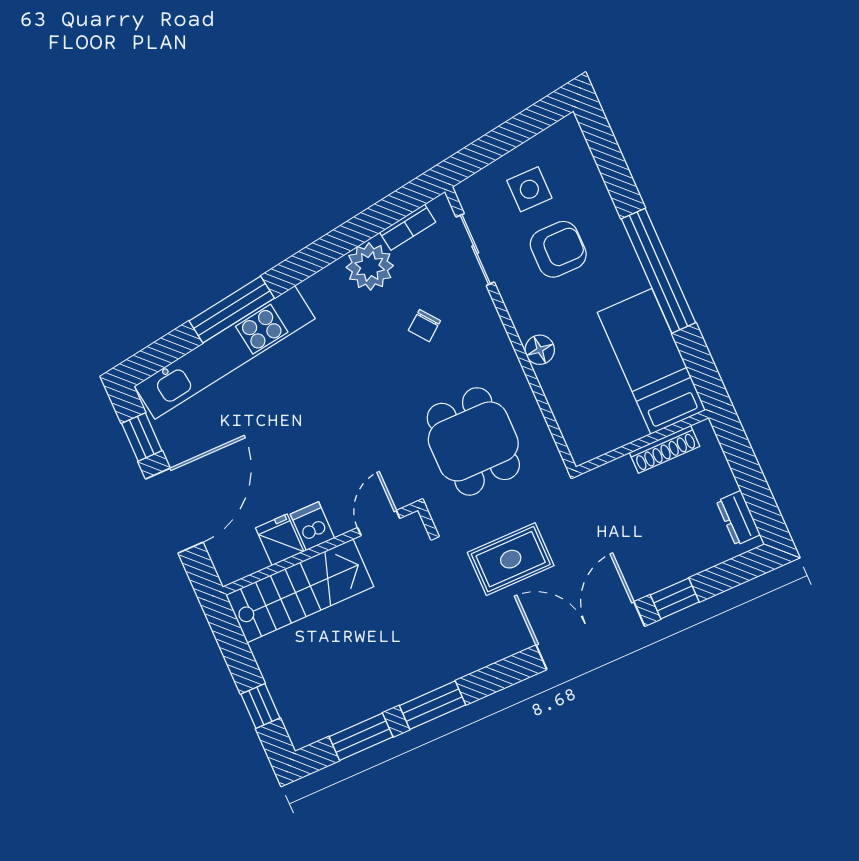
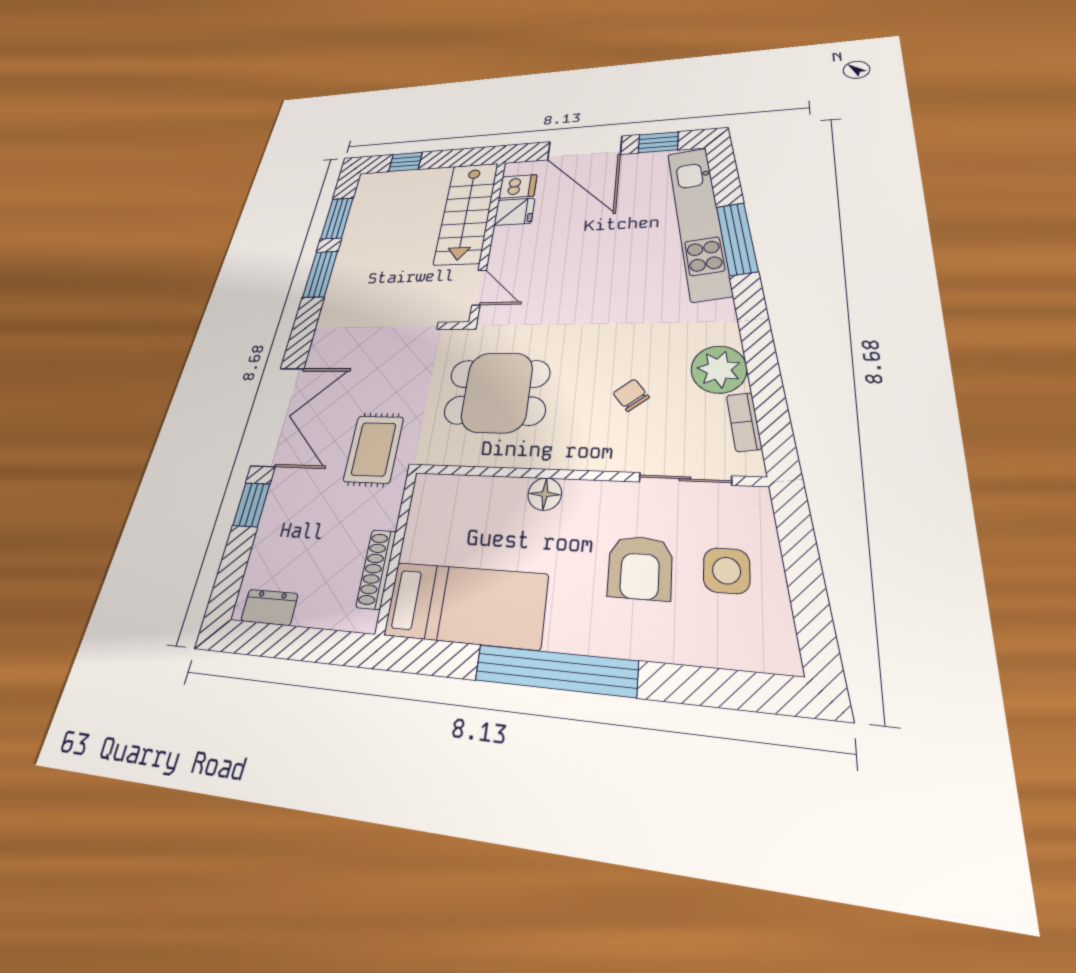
dishwasher: (312, 526) -> (518, 186), moved
rug: (511, 559) -> (374, 449), moved

